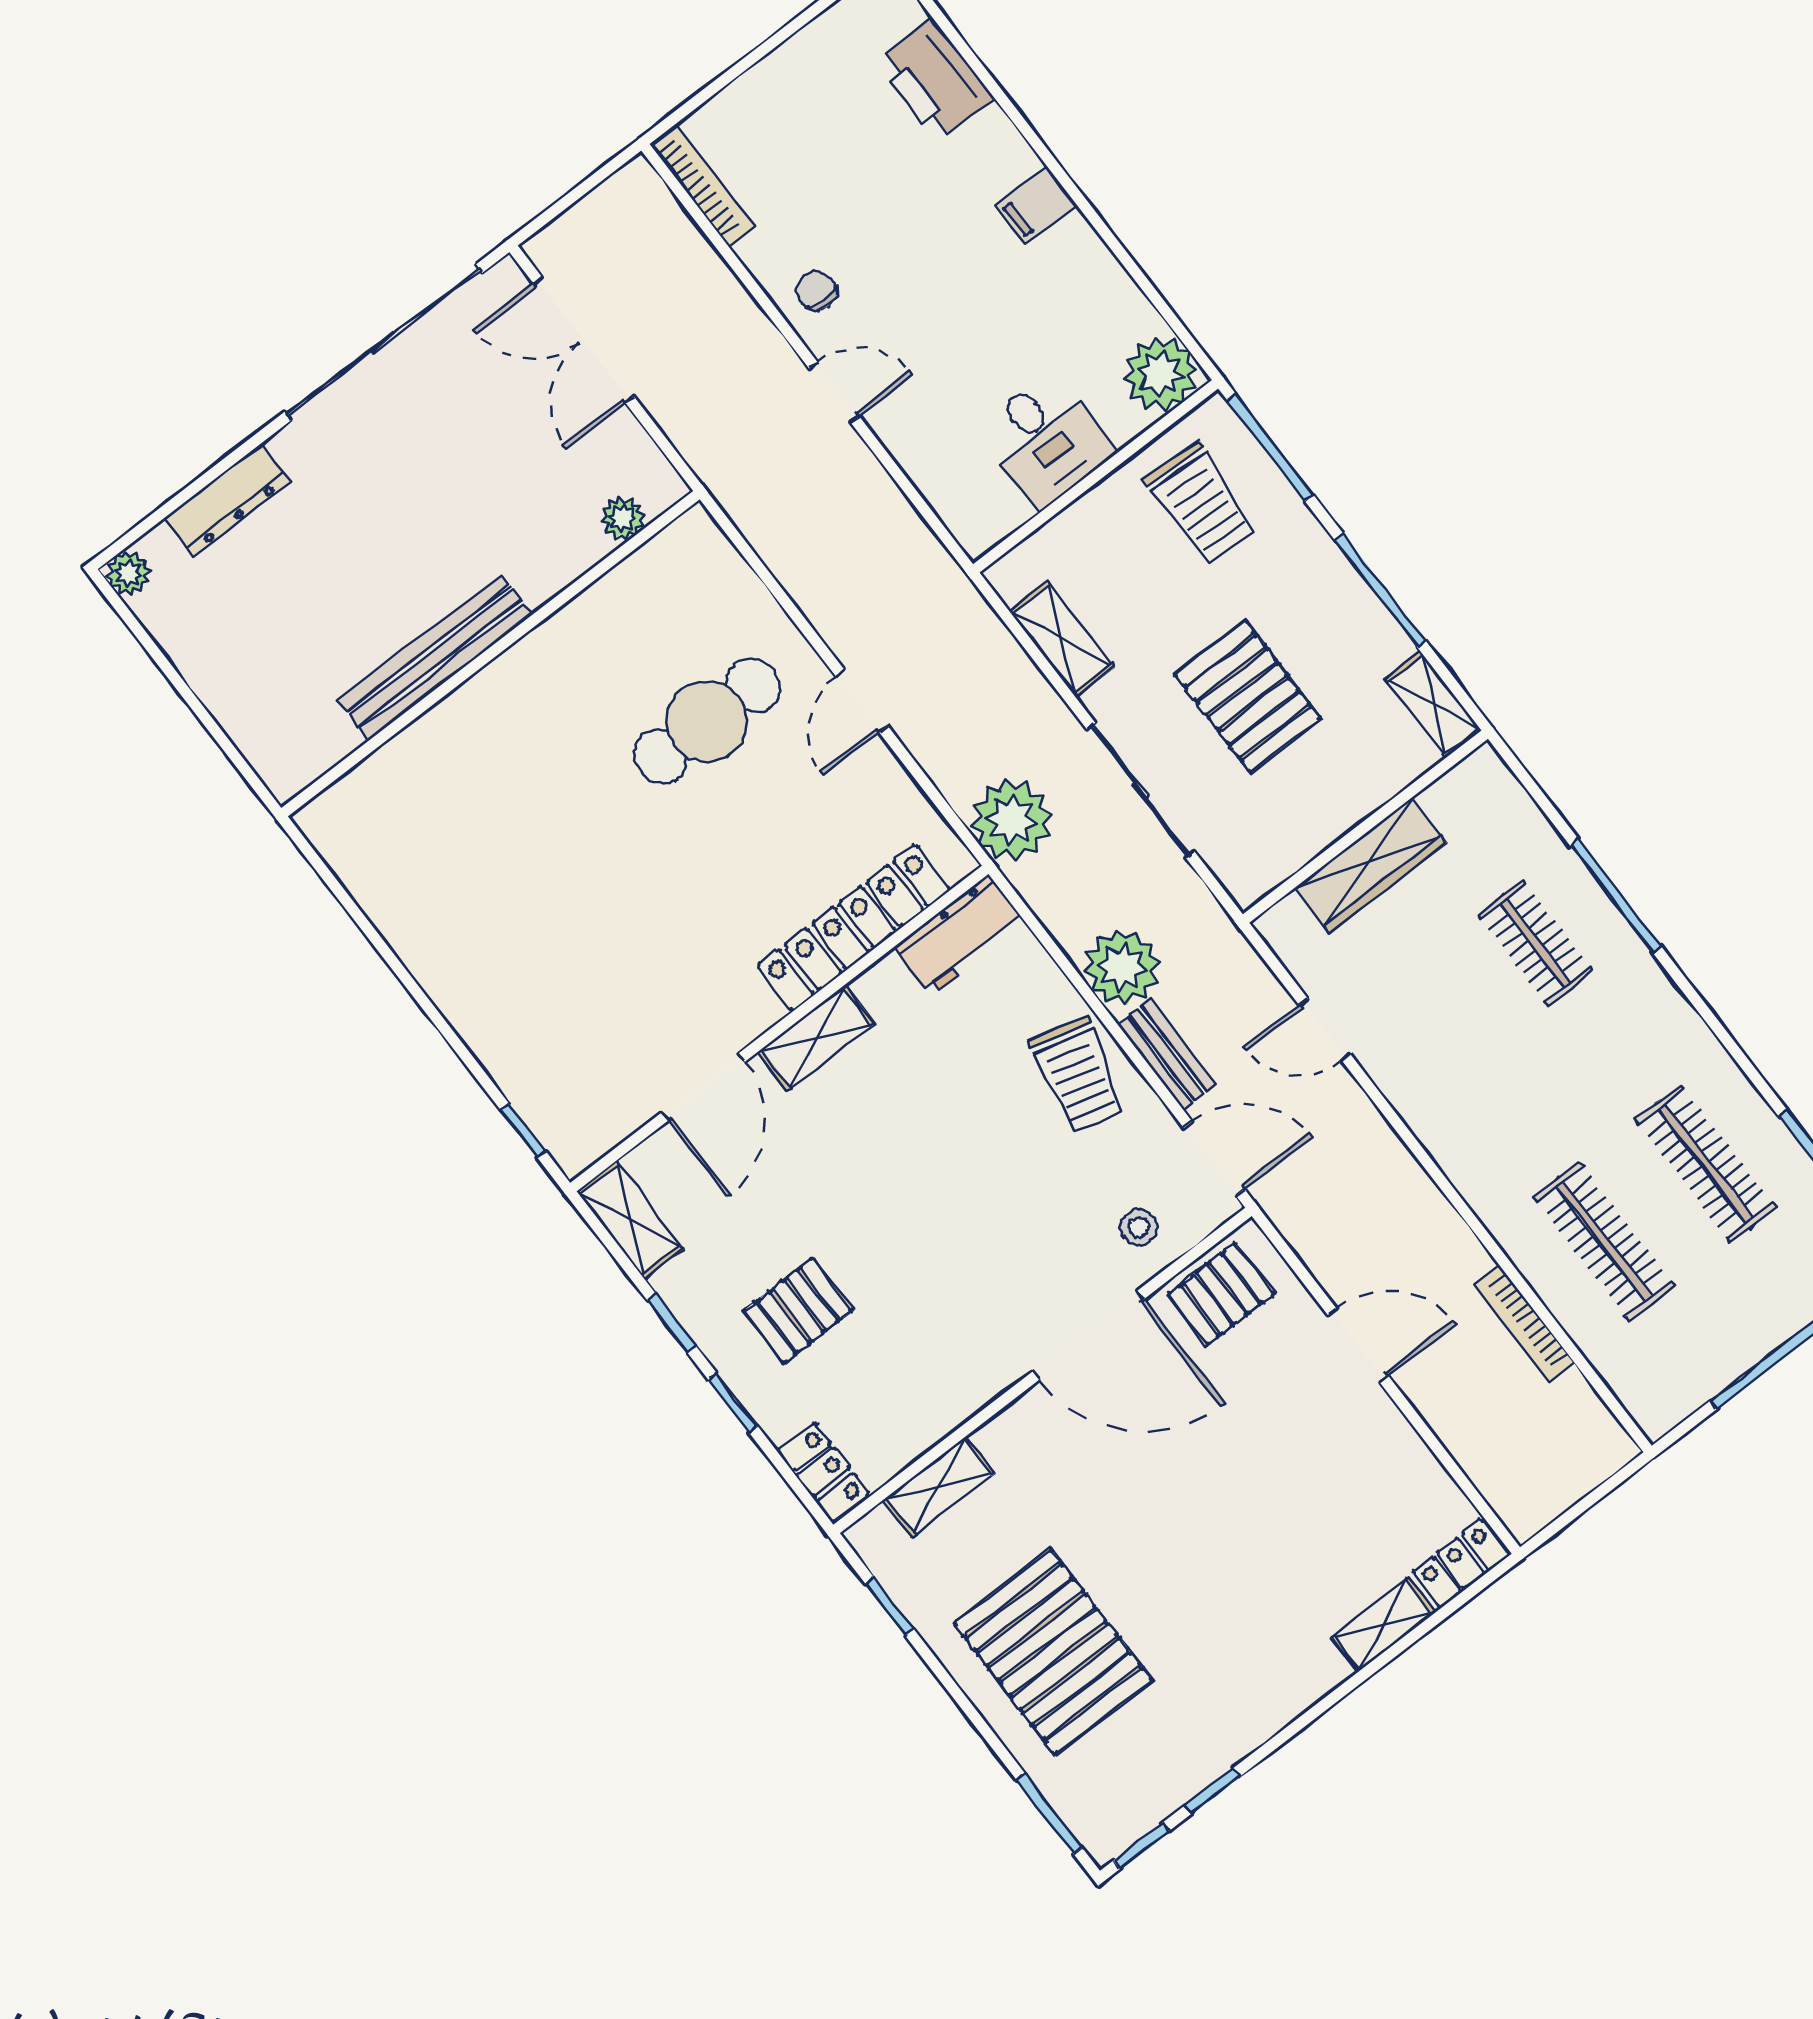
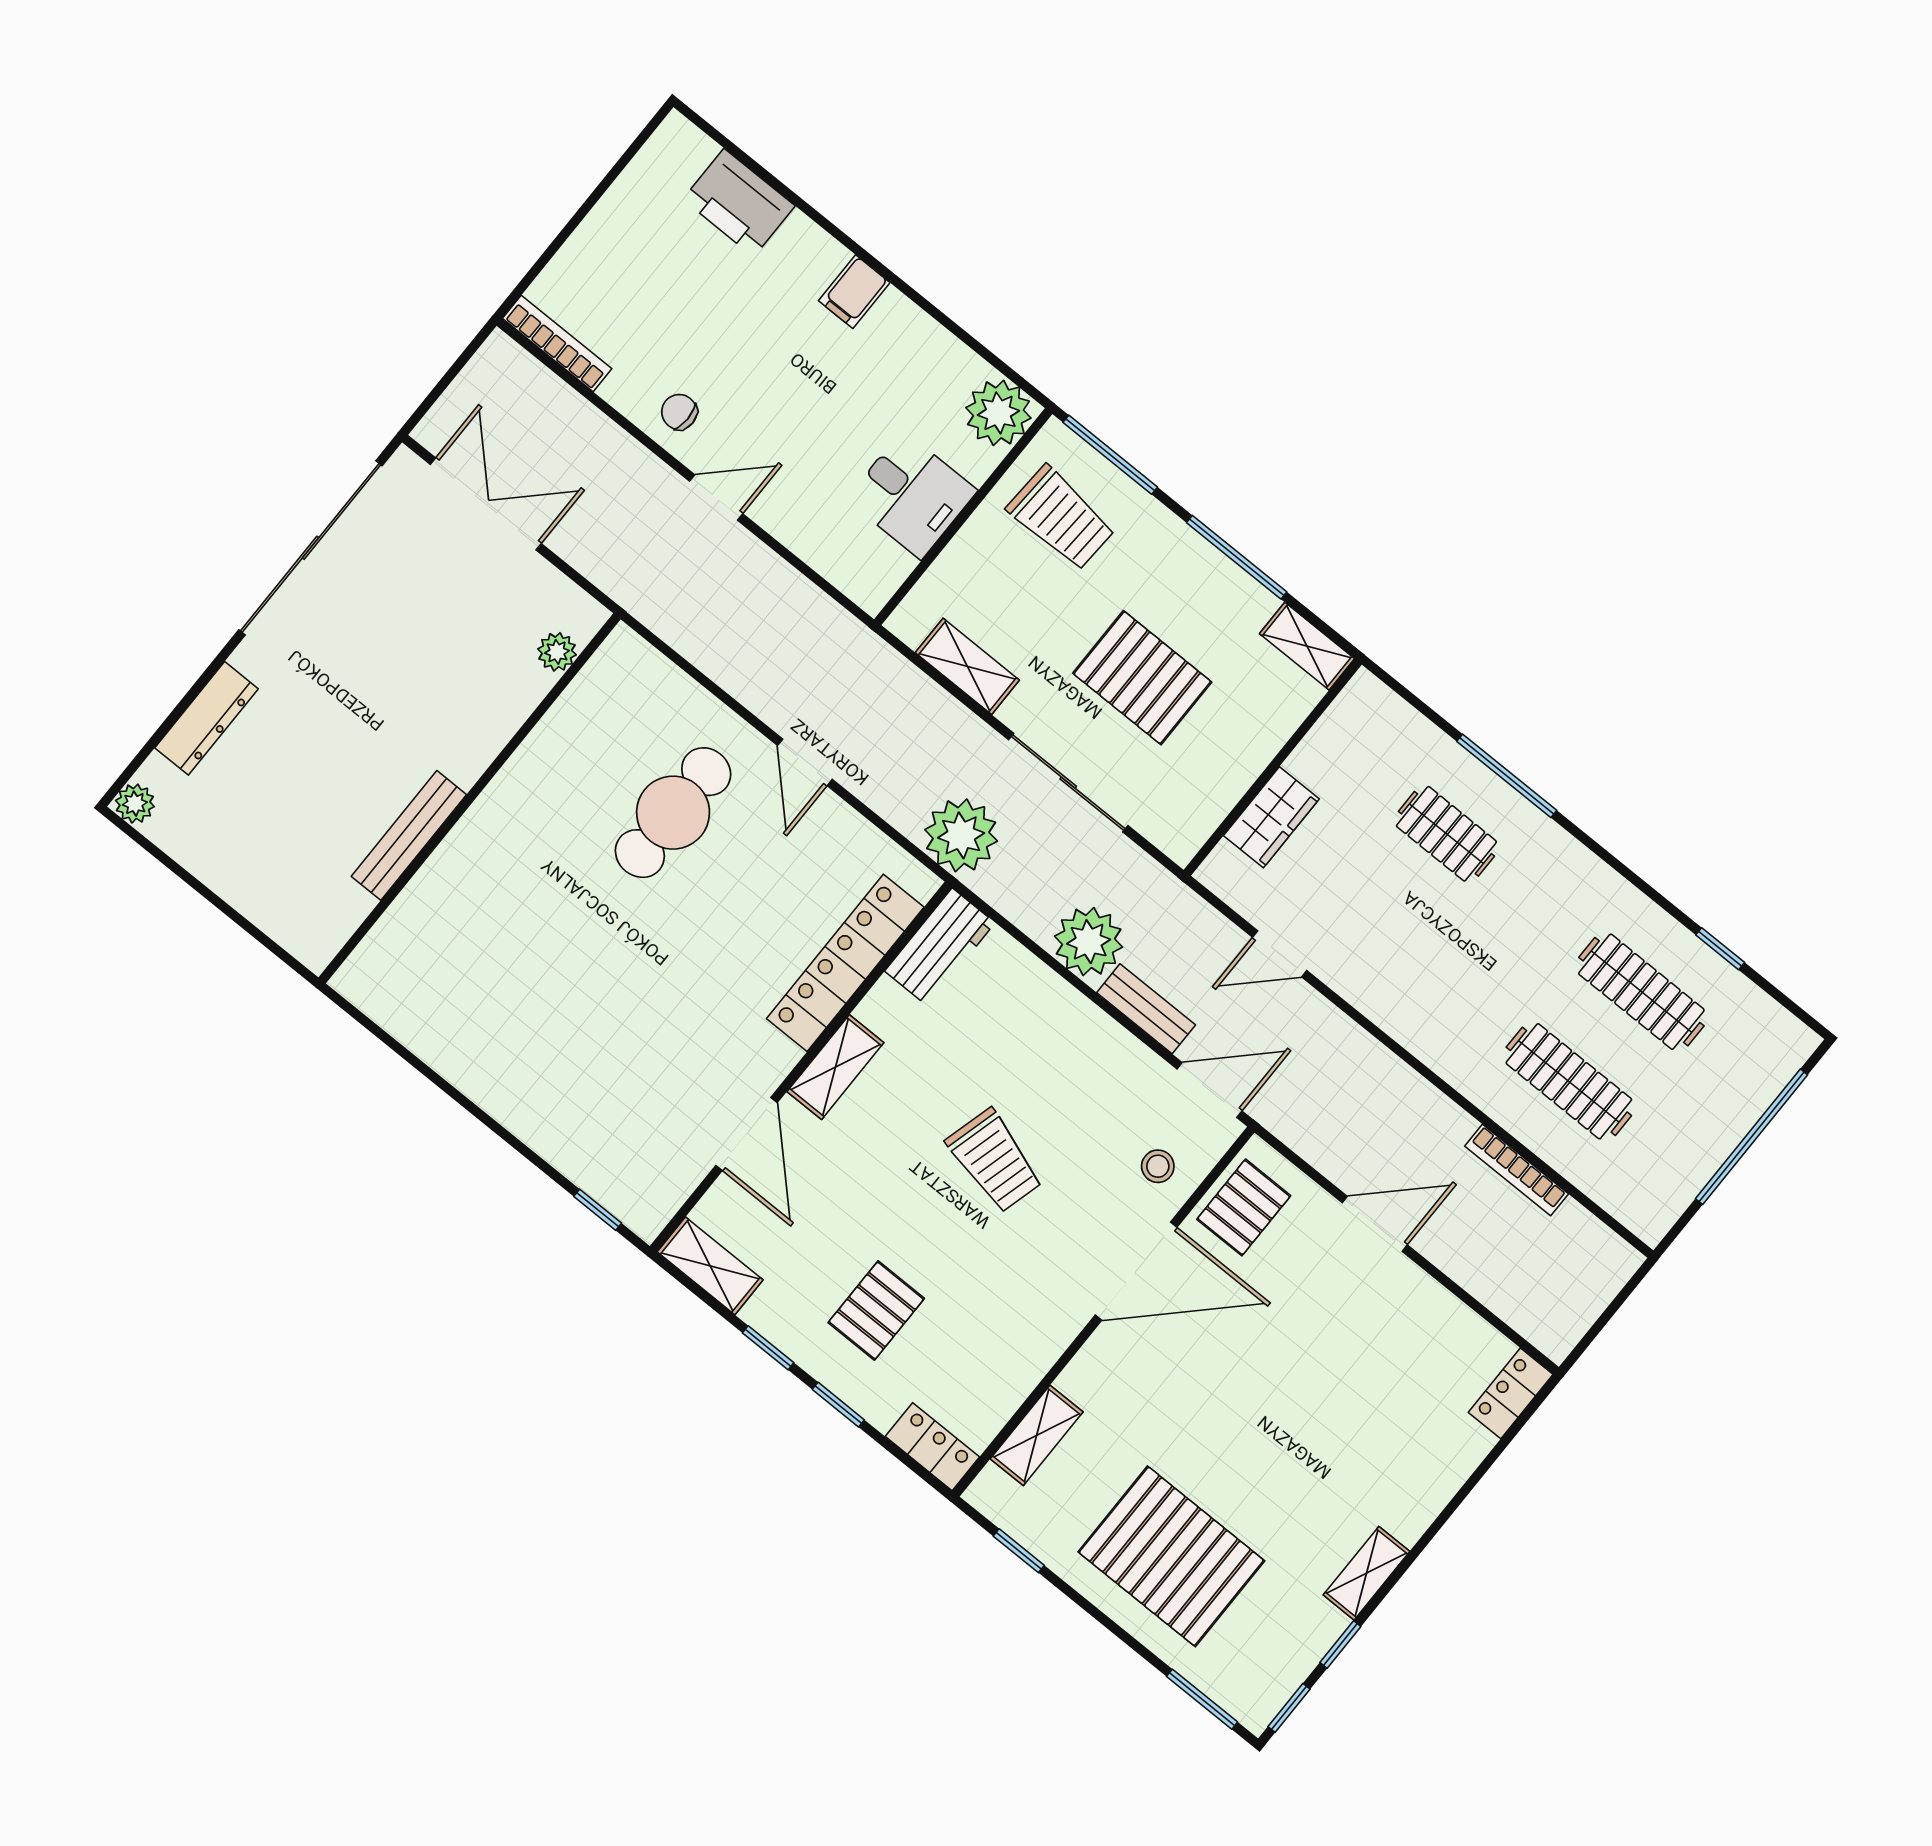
double door: (584, 340) -> (486, 504), swing flipped
bench: (435, 658) -> (409, 835), width x0.73, depth x0.82
wardrobe: (1371, 865) -> (1271, 817), width x0.67
trolley: (1078, 1075) -> (995, 1161), moved
shelving: (1383, 1625) -> (1367, 1573), moved

